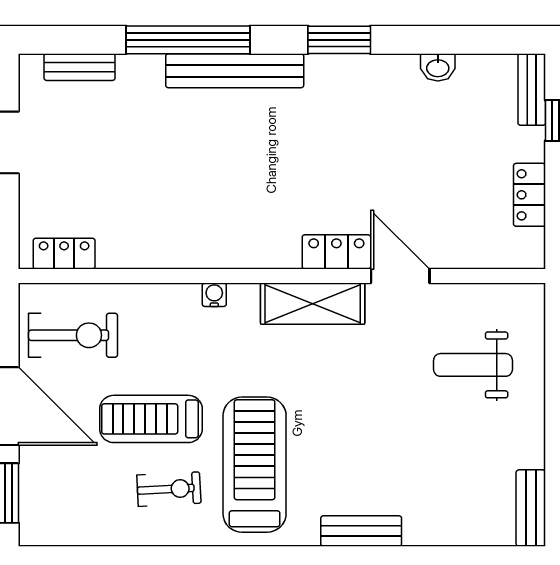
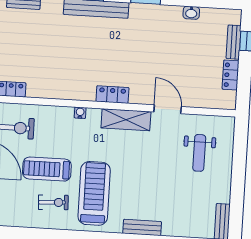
bench: (532, 90) -> (234, 42), moved
locker: (336, 252) -> (112, 95), moved
weight bench: (473, 365) -> (199, 153), turned -90

